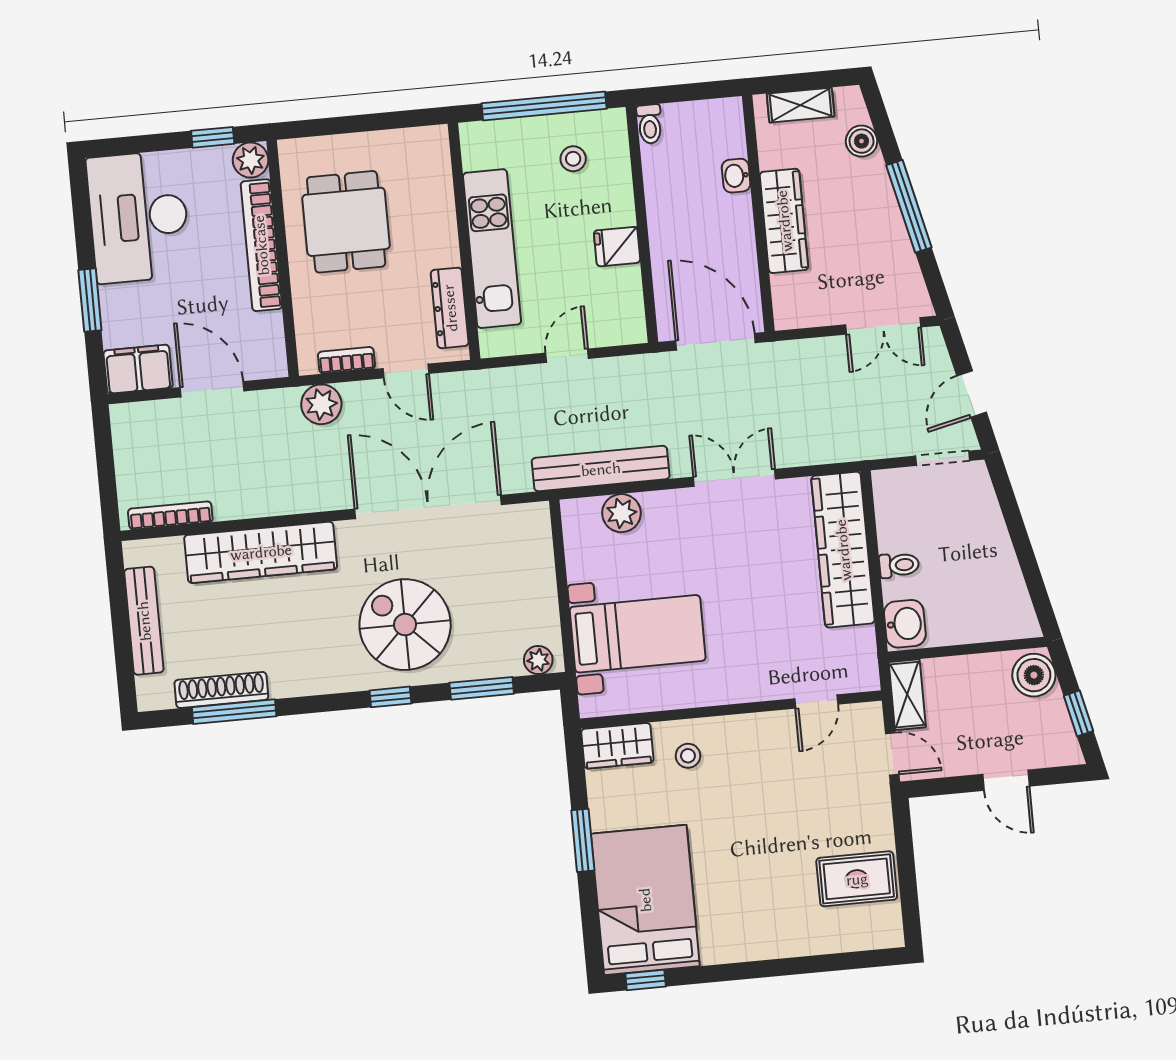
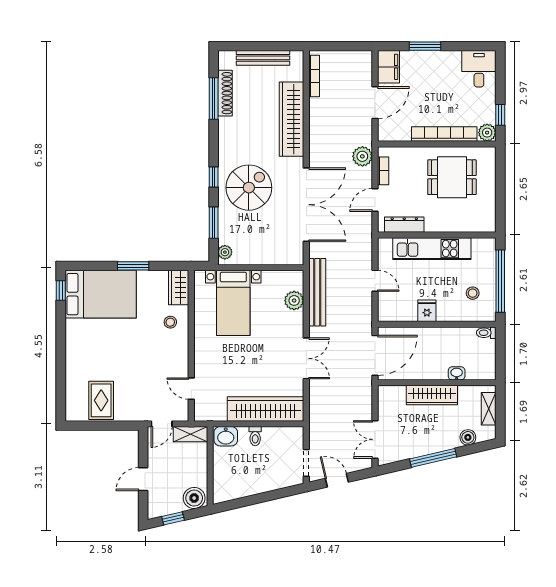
desk: (139, 217) -> (479, 69), width x0.53, depth x0.77

